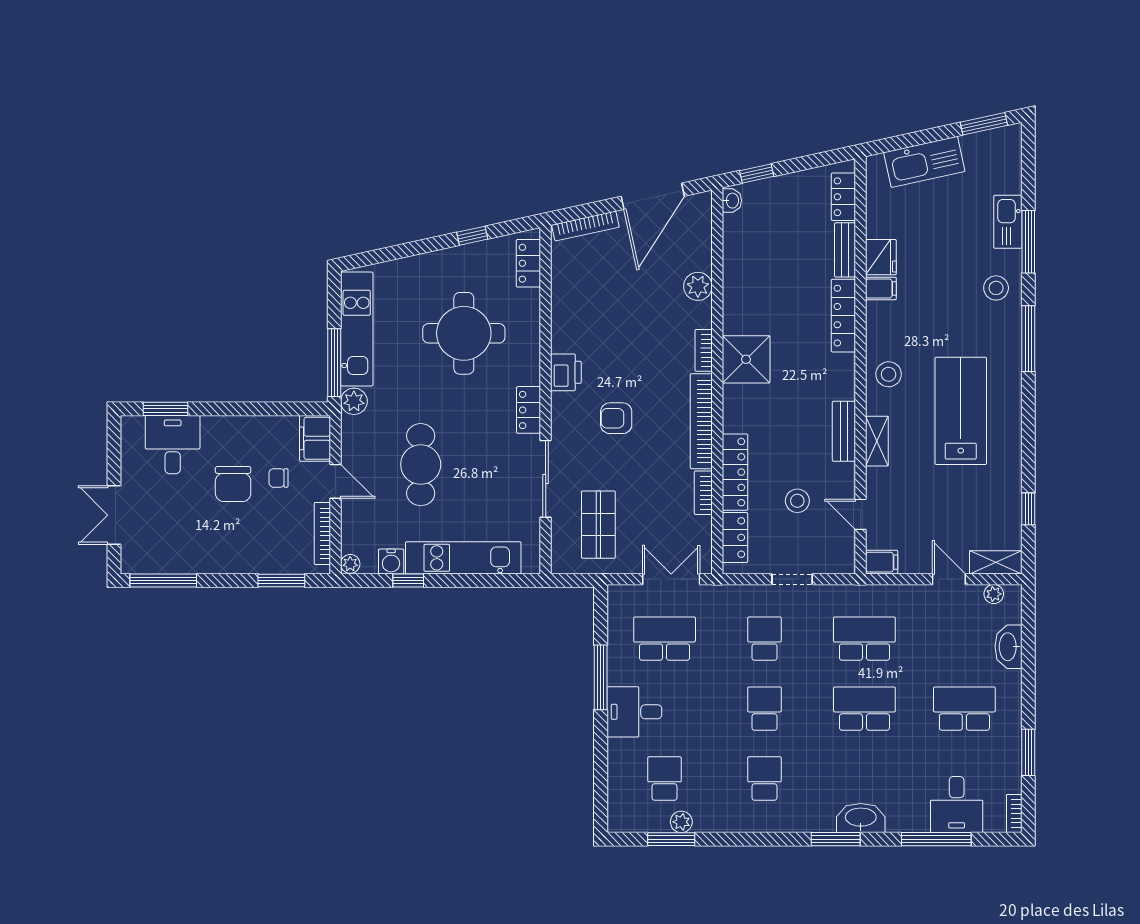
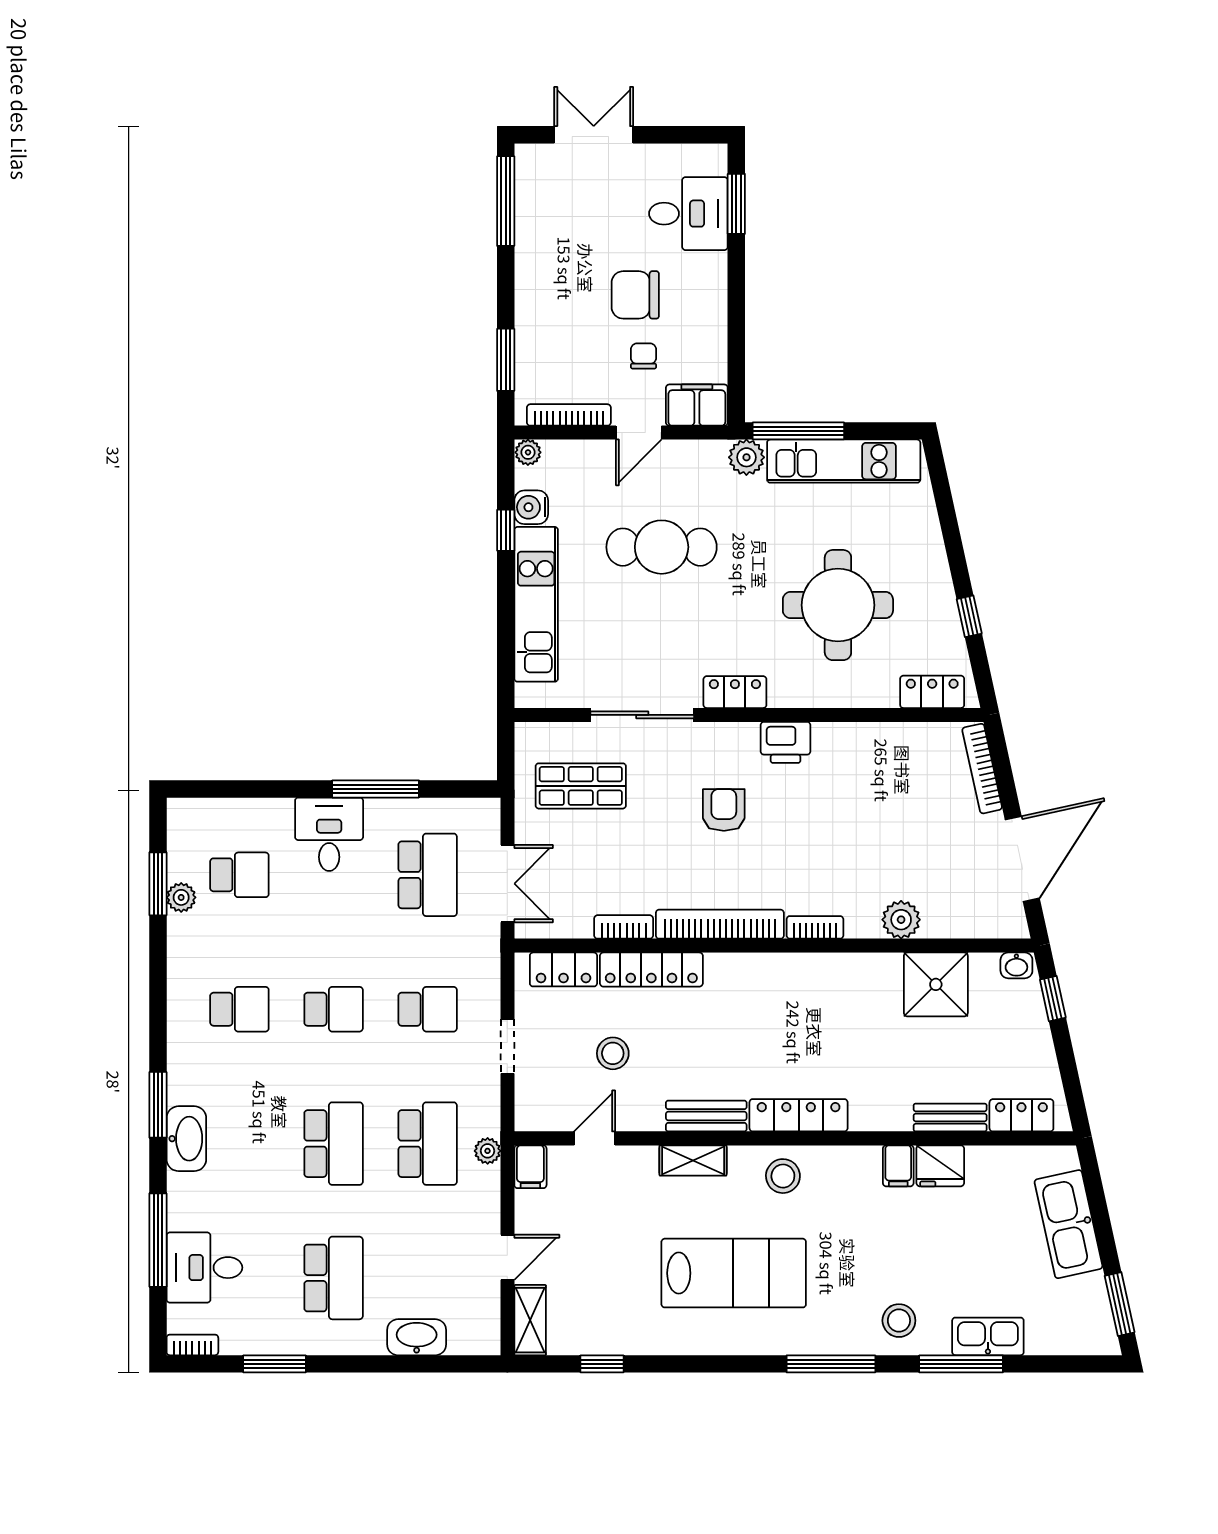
door: (653, 196) -> (1022, 859), swing flipped
locker: (843, 316) -> (799, 1115), moved
shower: (746, 359) -> (936, 984), moved
plant: (994, 594) -> (488, 1151), moved

